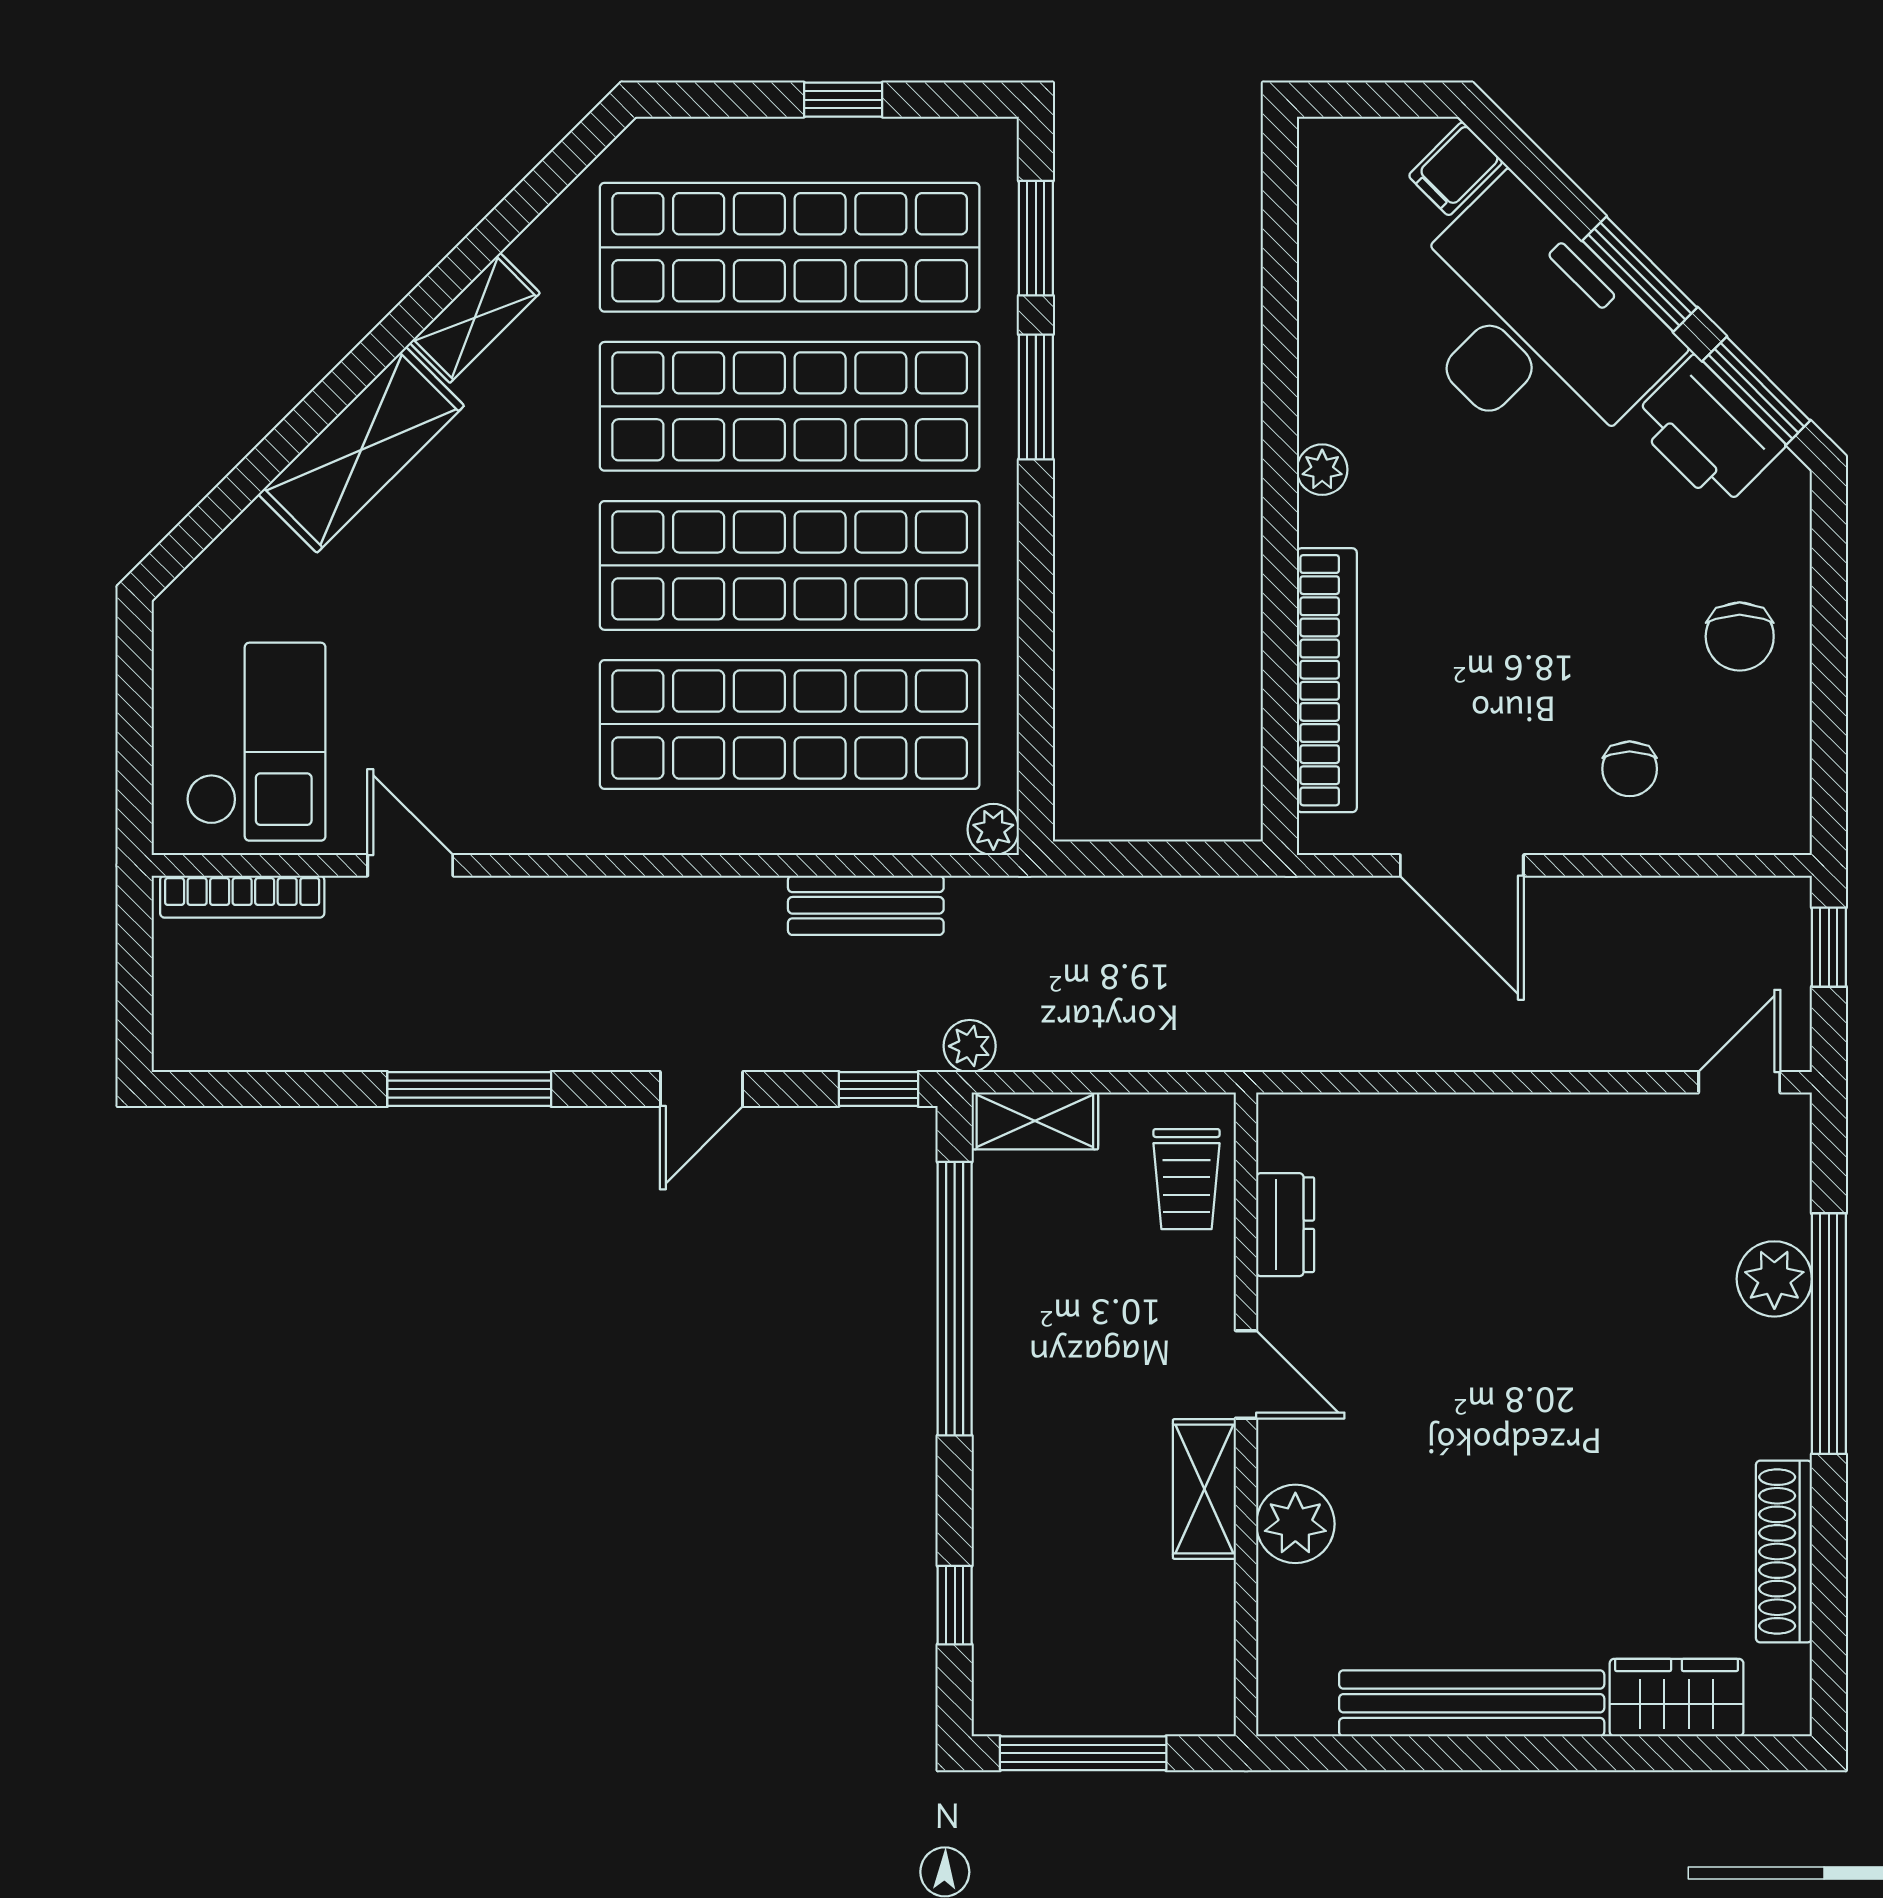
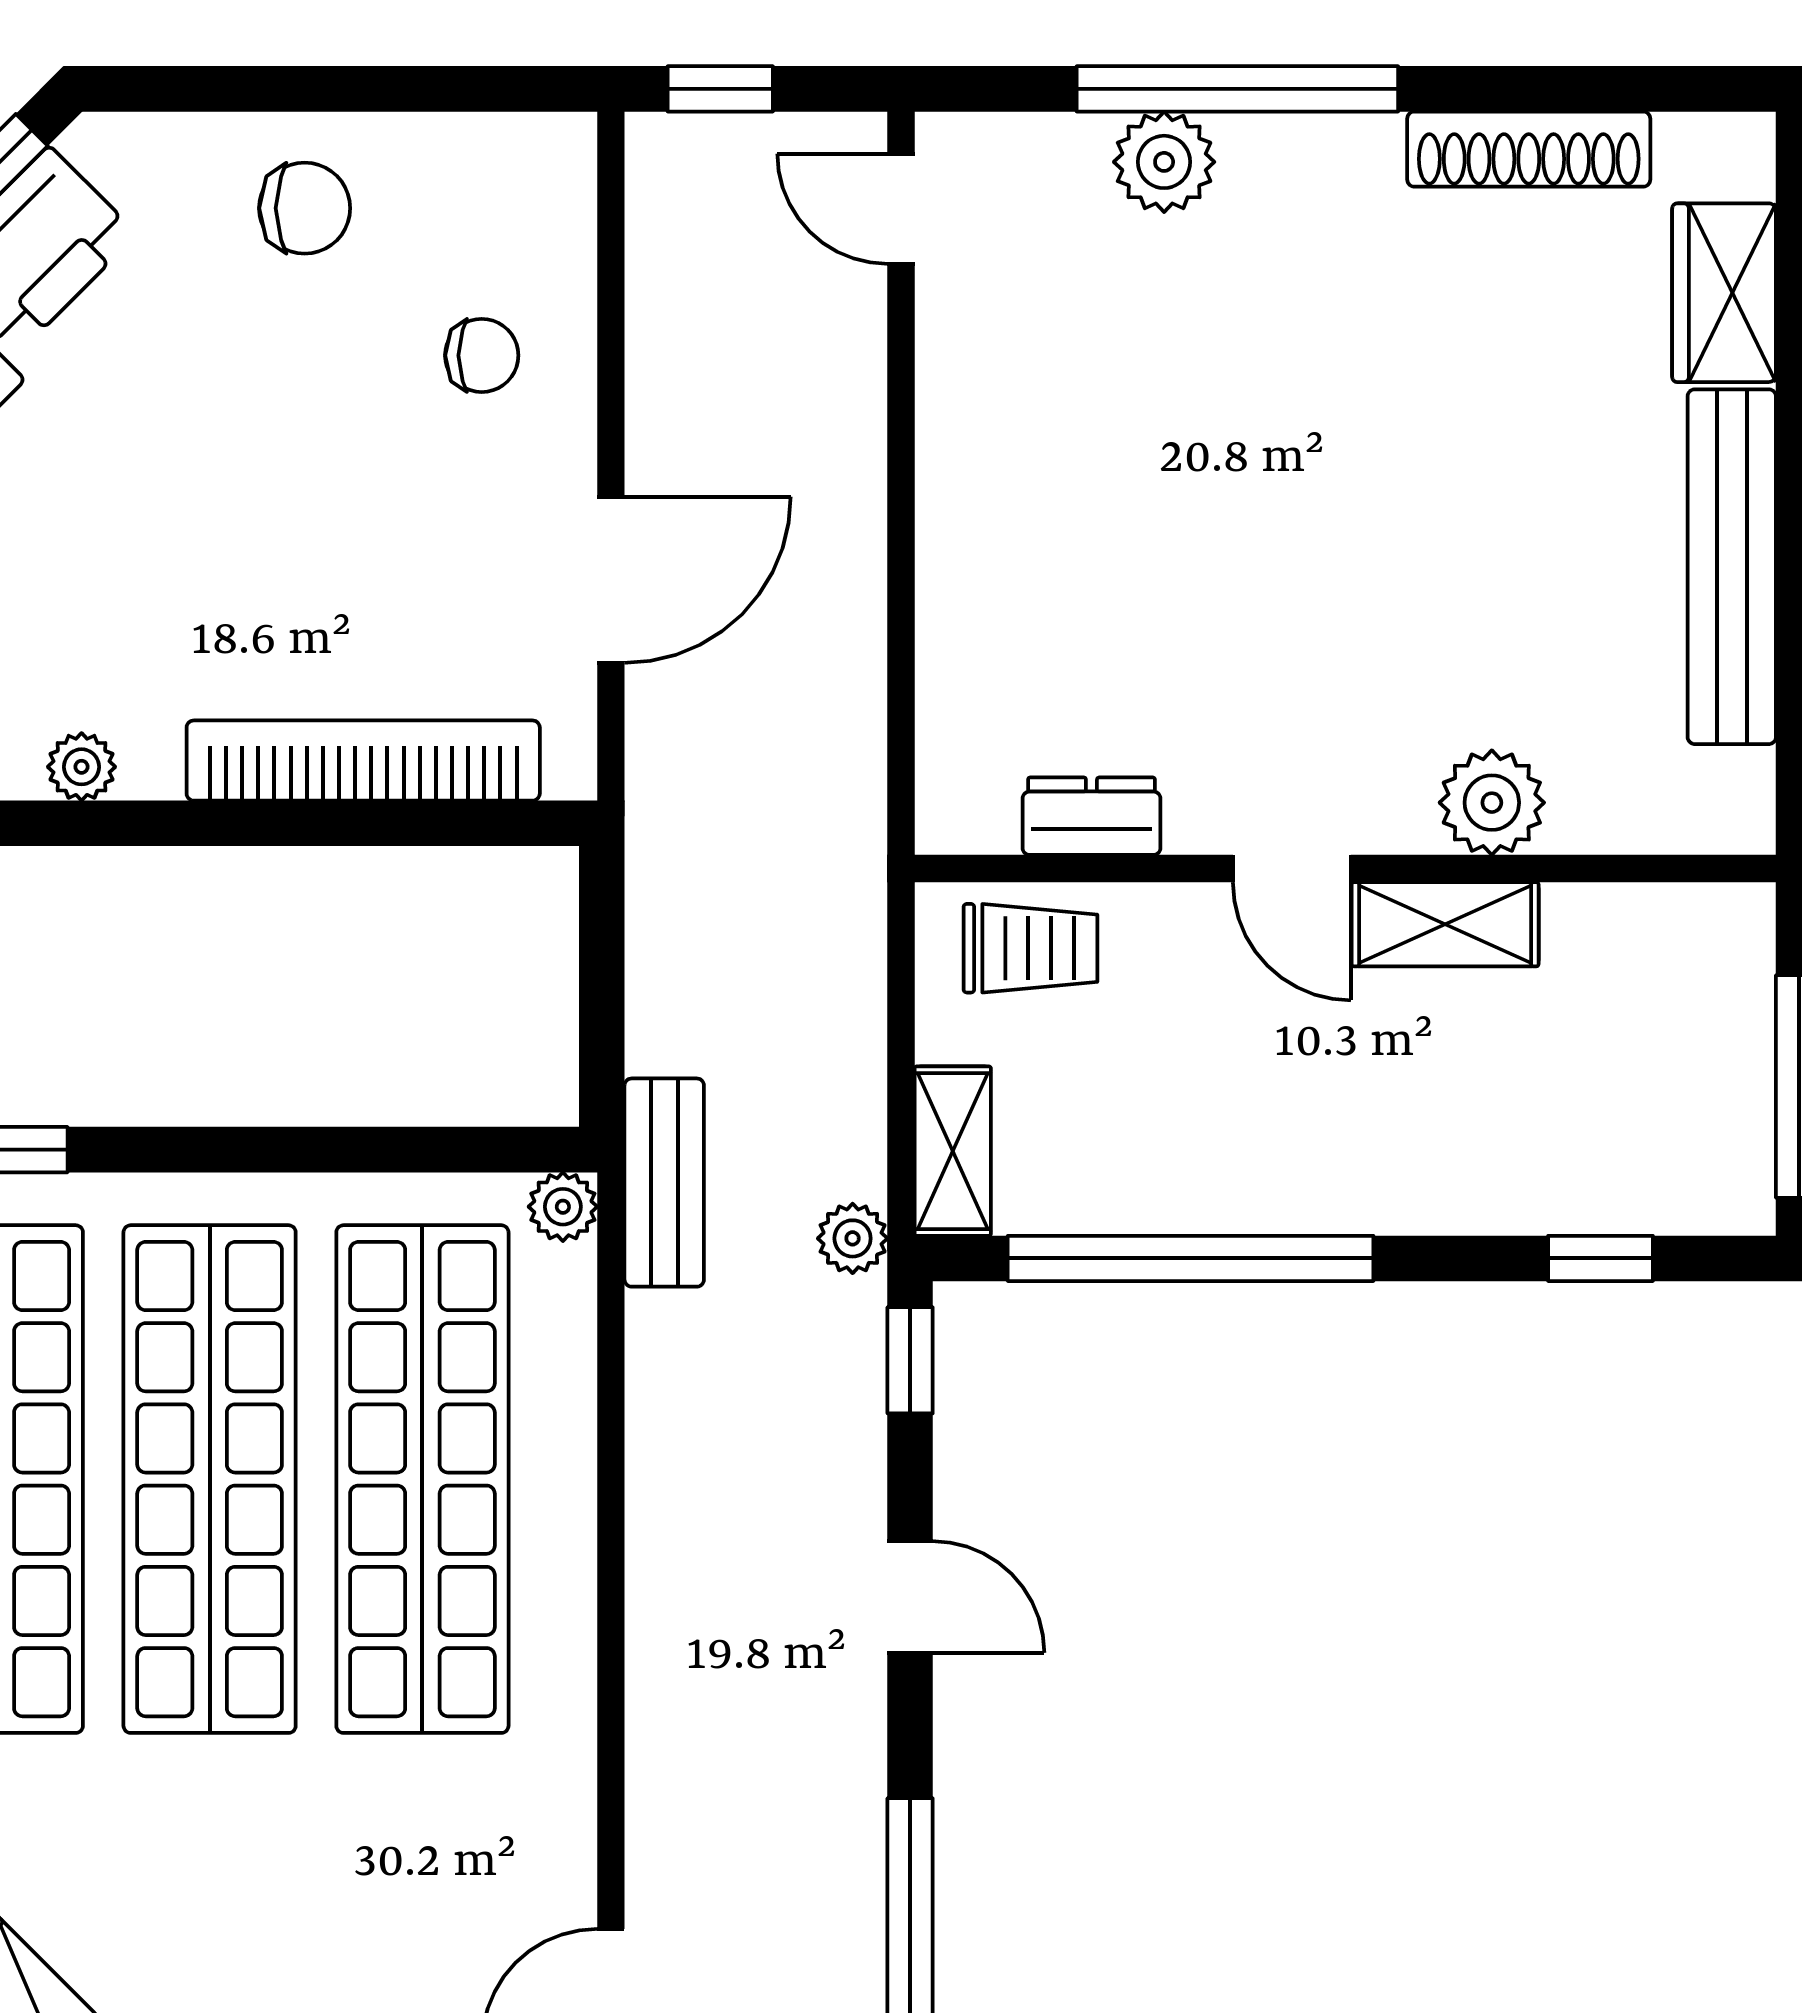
bench: (866, 905) -> (664, 1183), moved
door: (1246, 1374) -> (1292, 869), swing flipped

